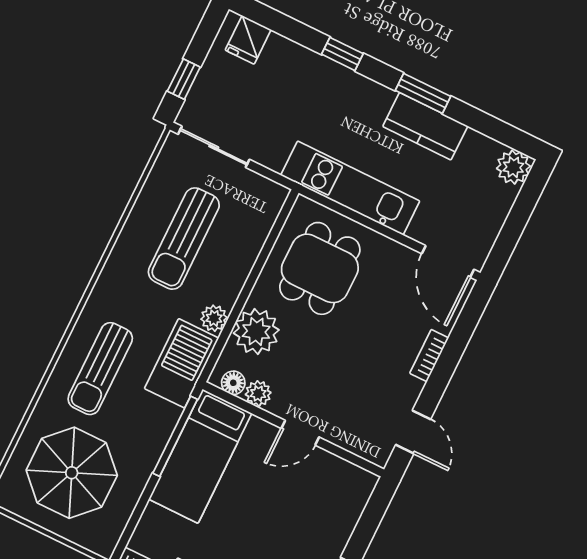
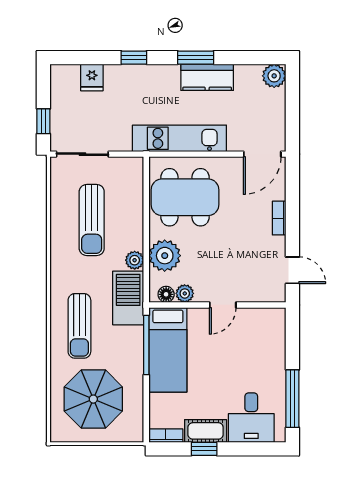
fridge: (248, 40) -> (92, 77), moved
door: (448, 262) -> (262, 154), hinge flipped
dining table: (320, 268) -> (185, 197), width x1.38

